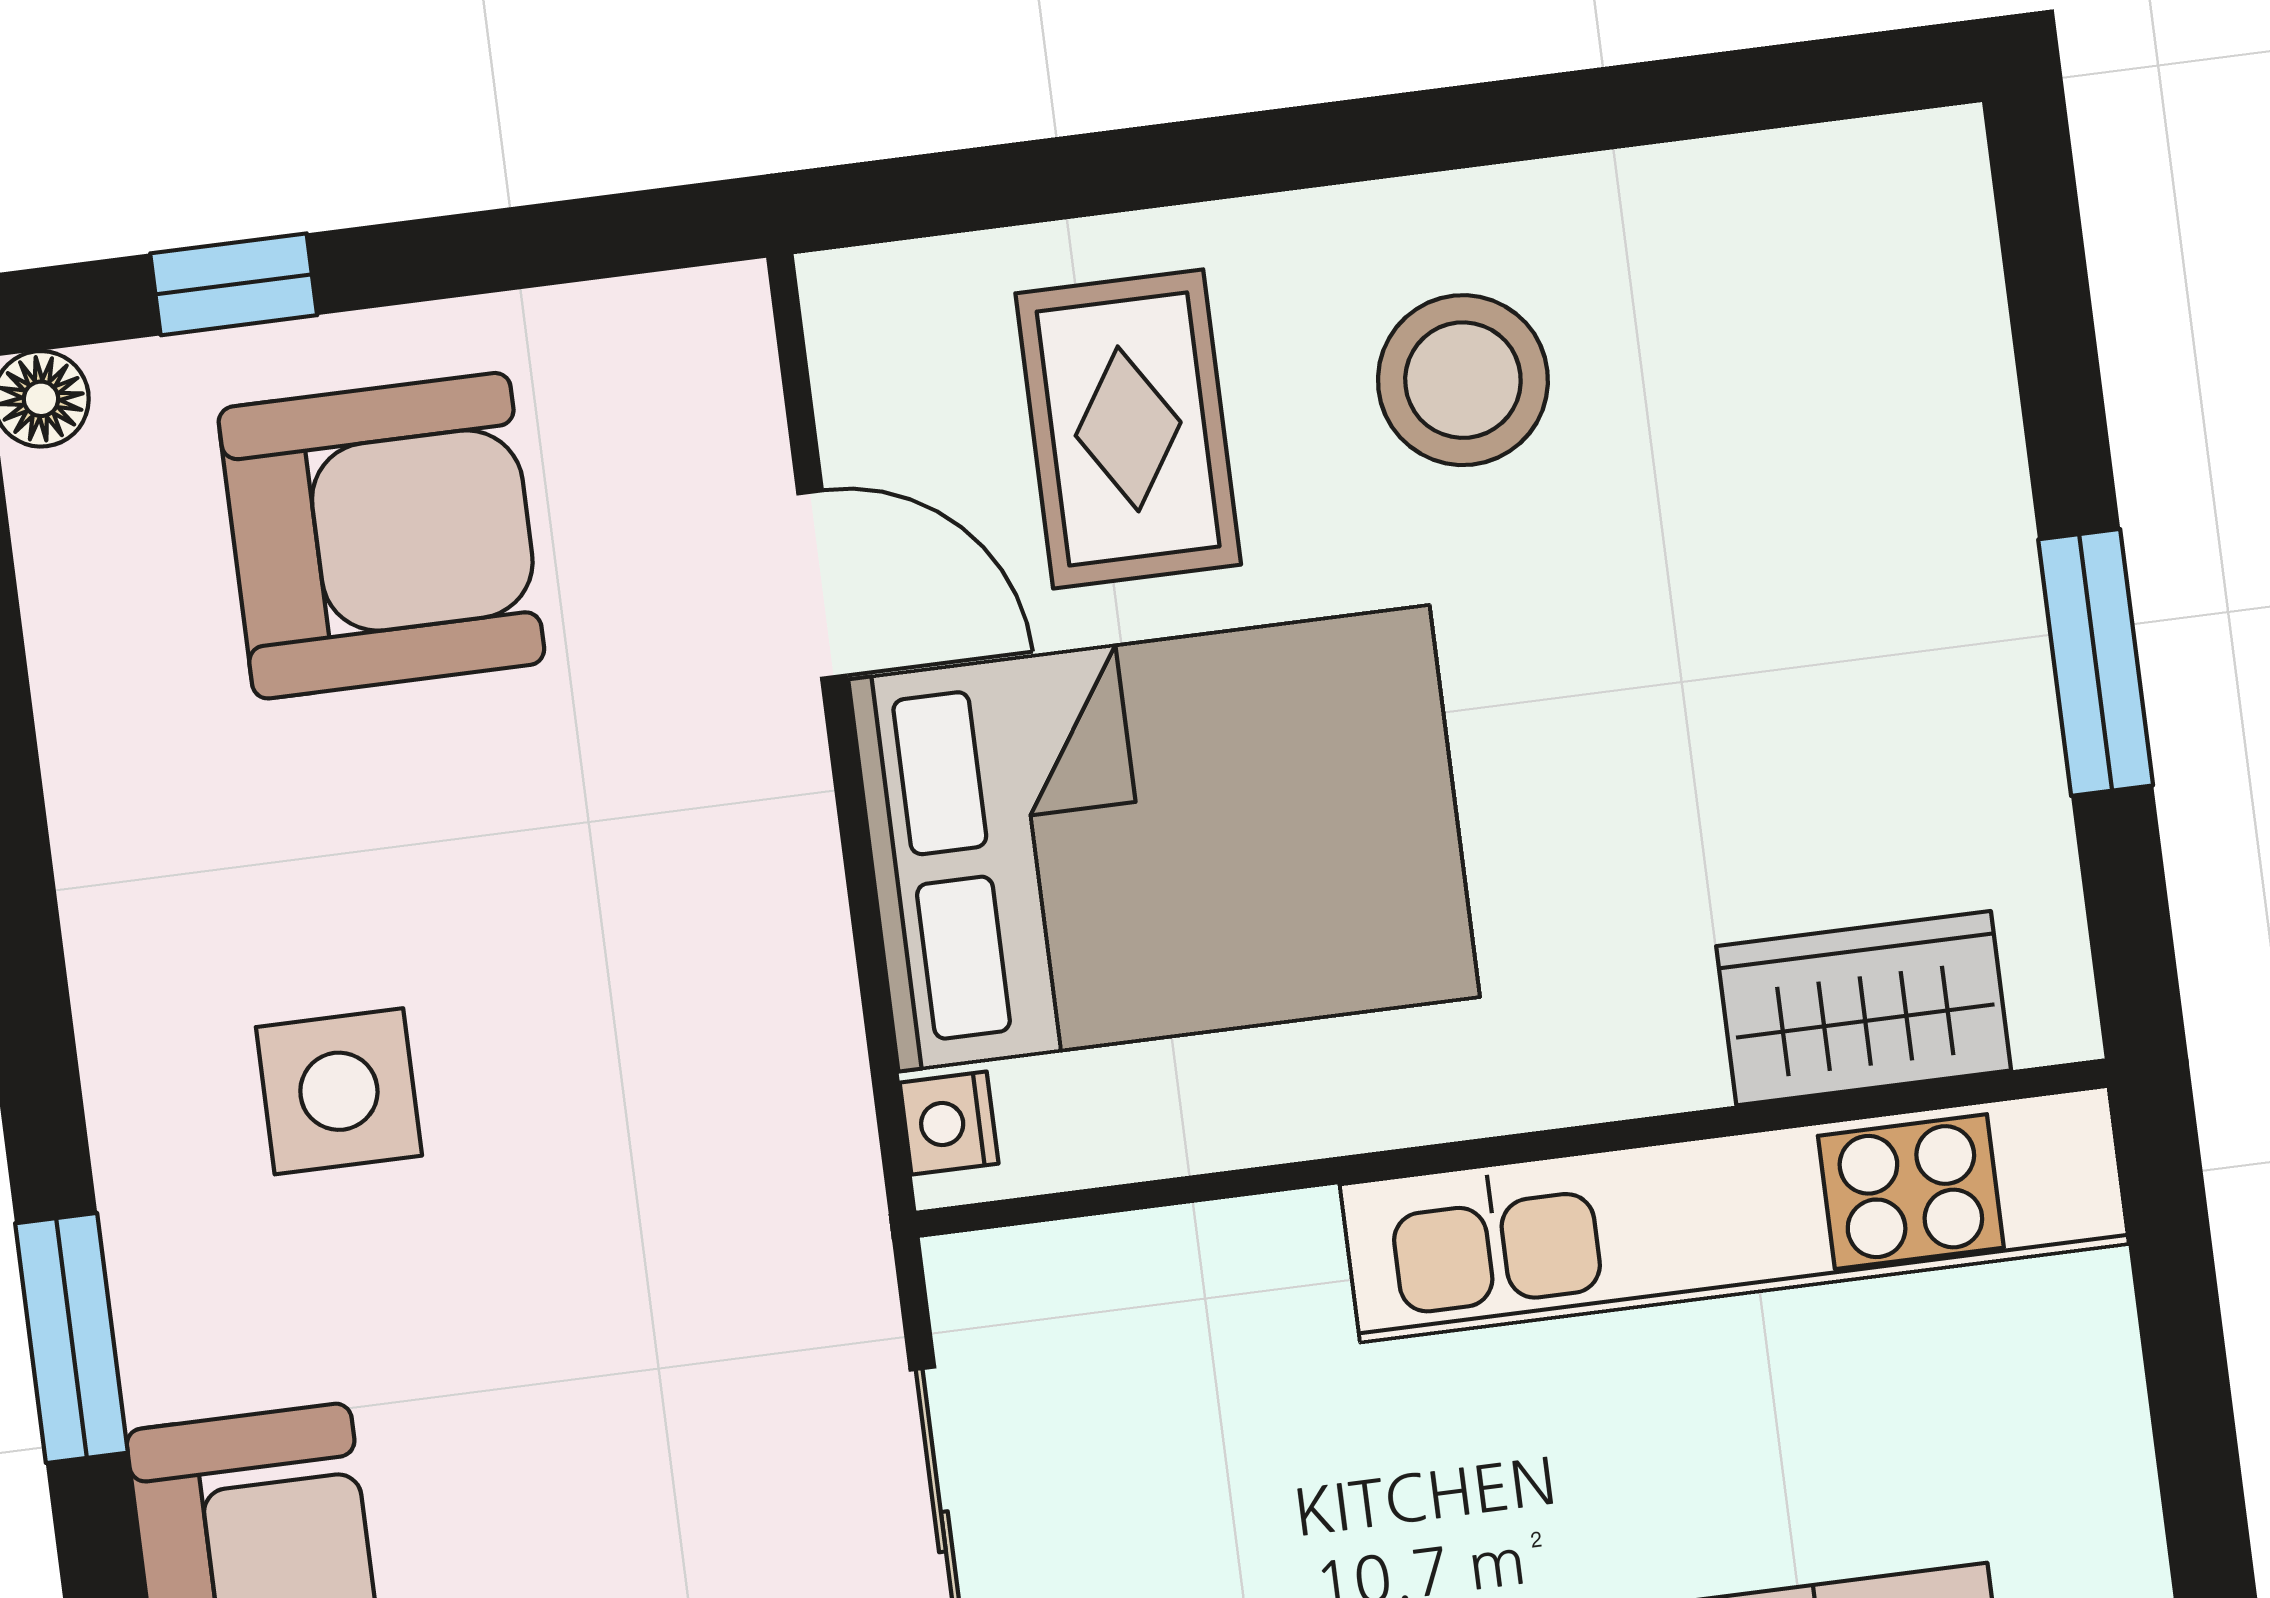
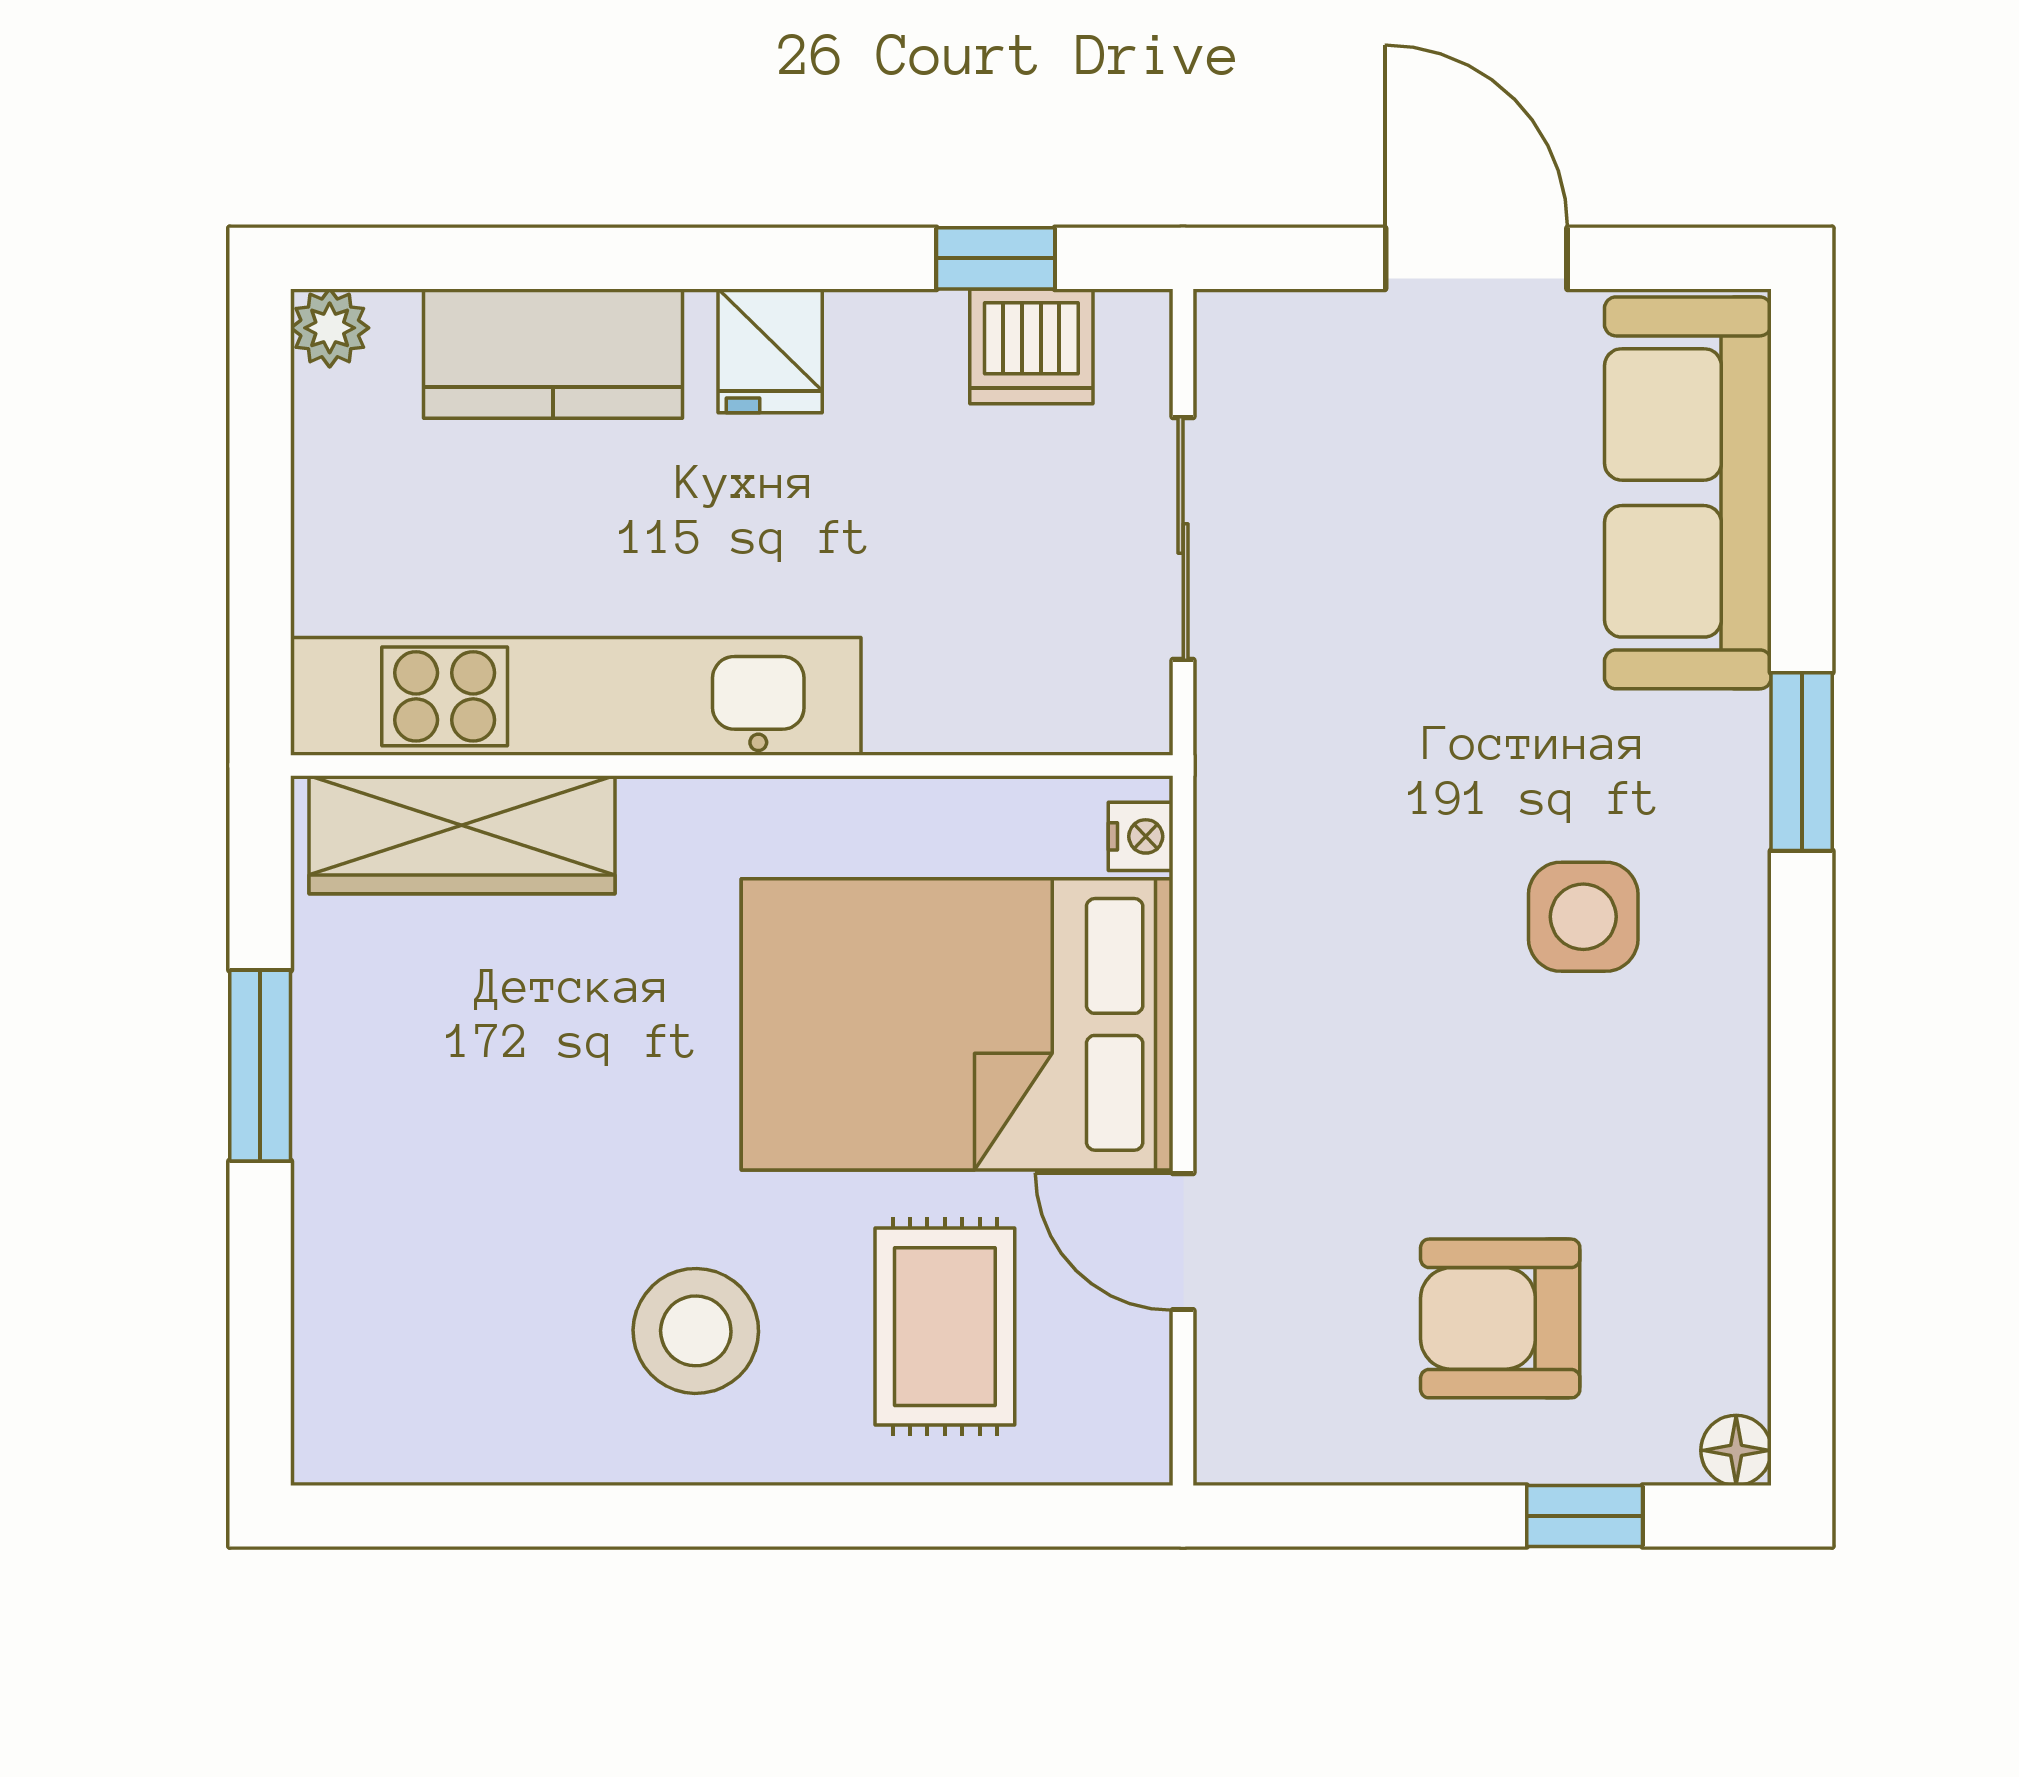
armchair: (381, 536) -> (1500, 1318), width x0.73, depth x0.73
wardrobe: (1864, 1008) -> (462, 835), width x1.50

